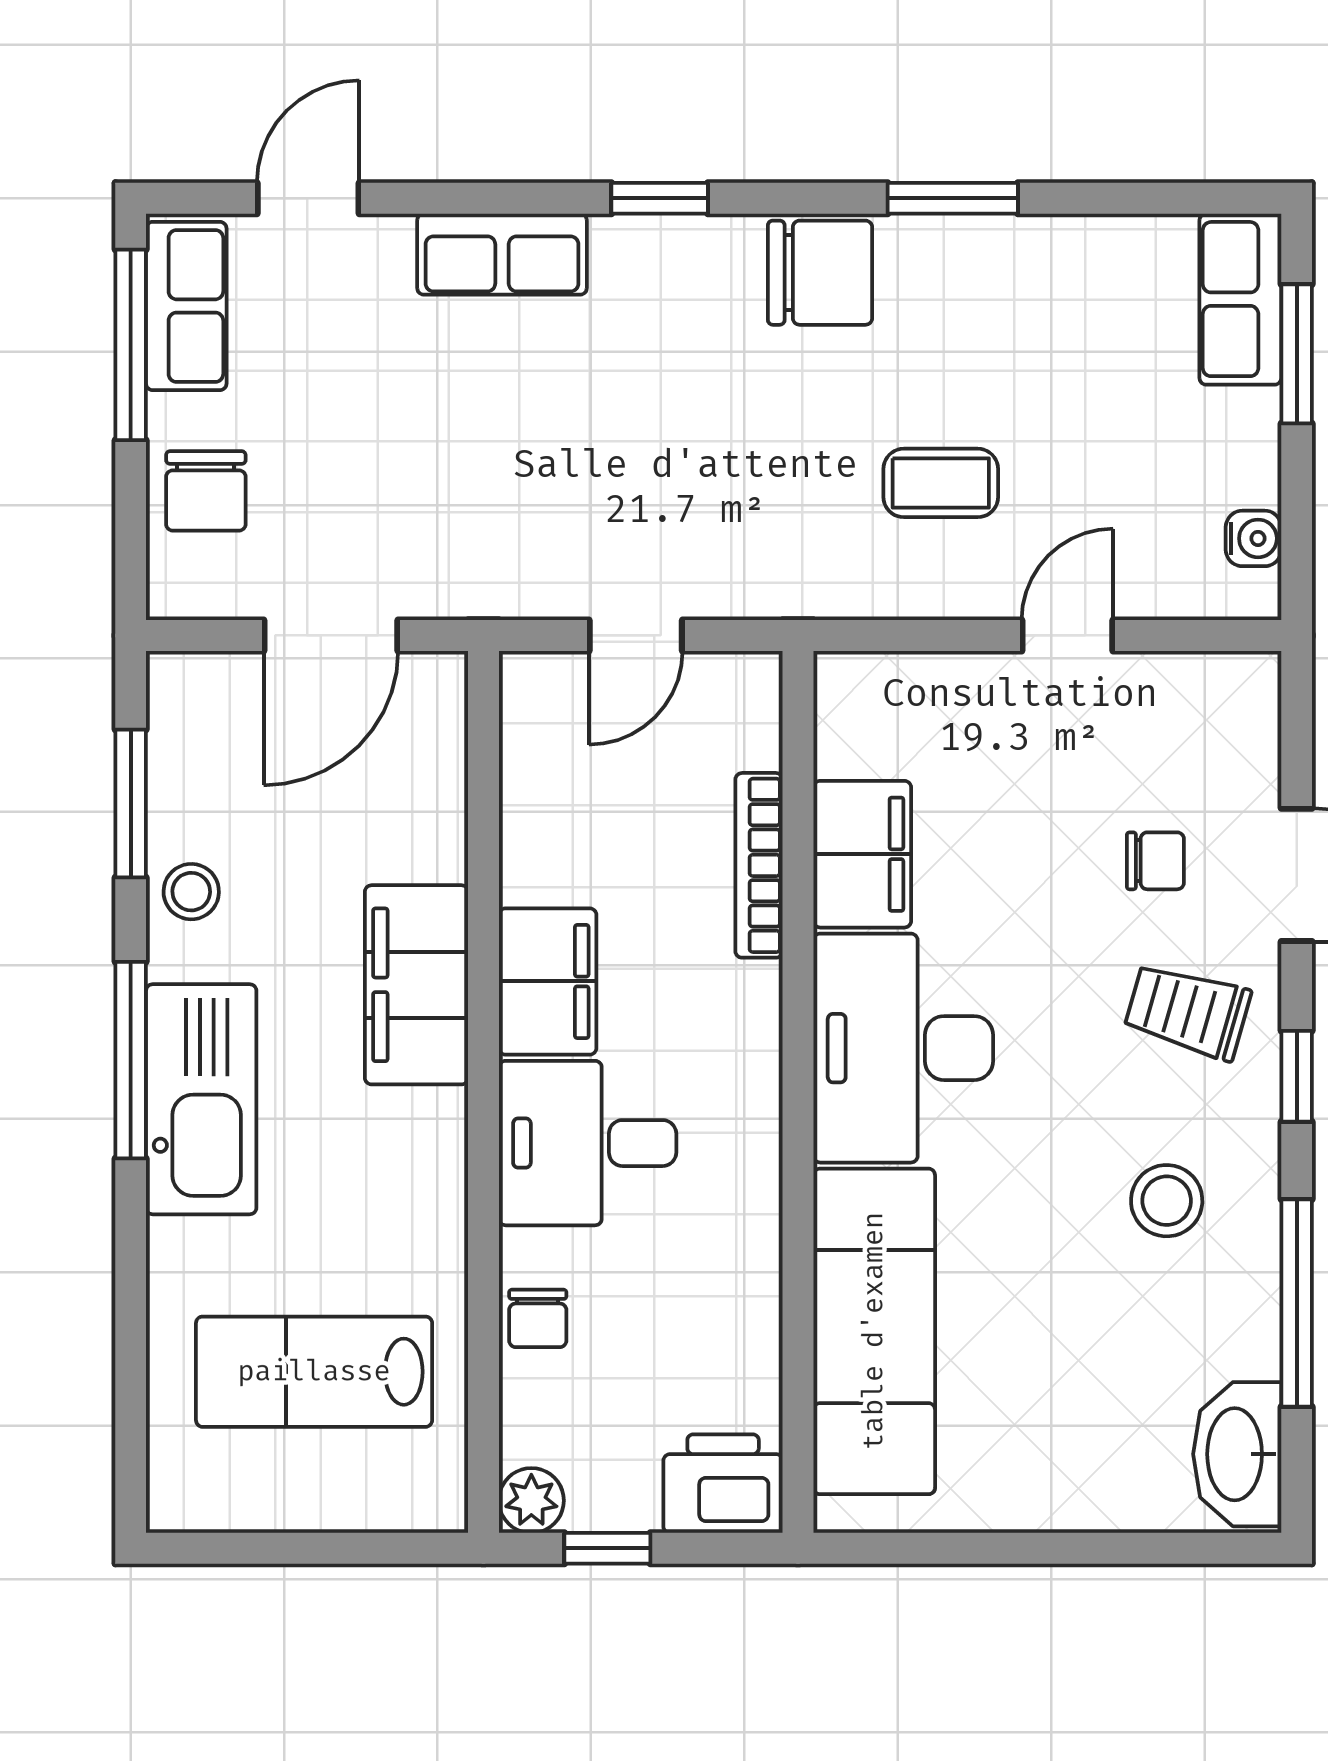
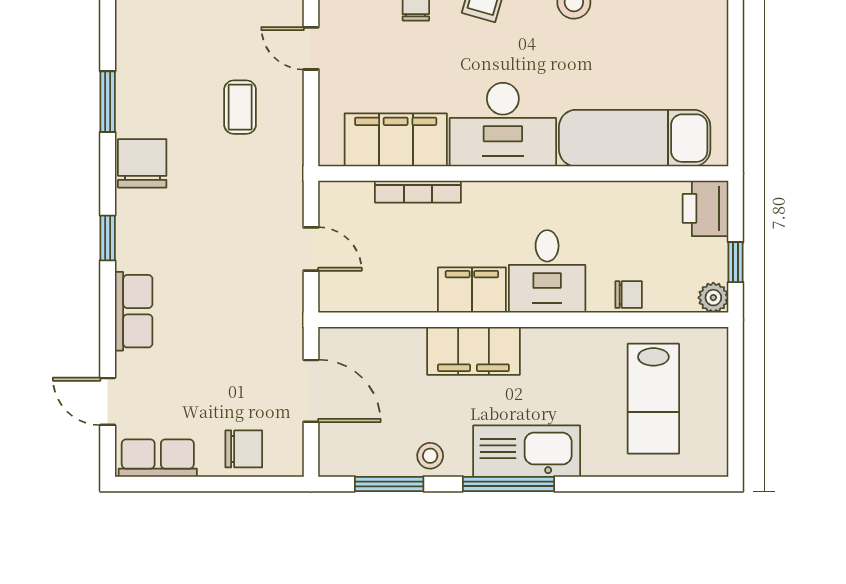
window: (131, 345) -> (176, 484), removed
filing cabinet: (862, 854) -> (396, 140), width x1.50, depth x1.17

